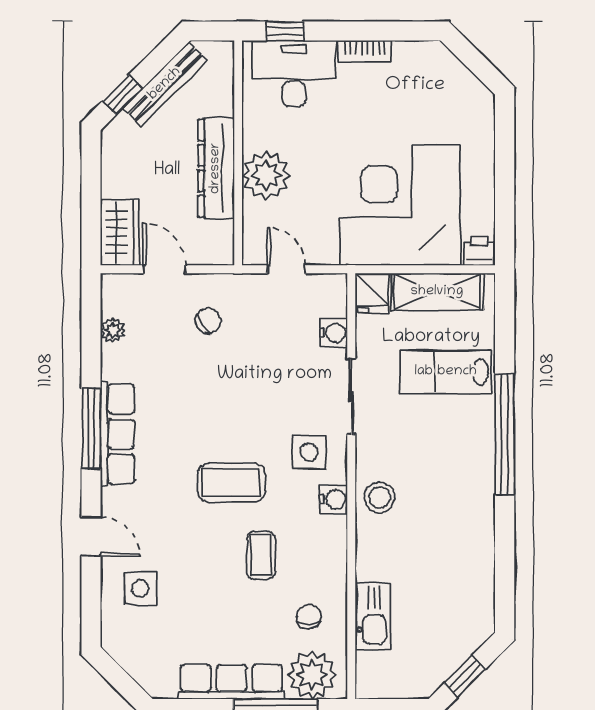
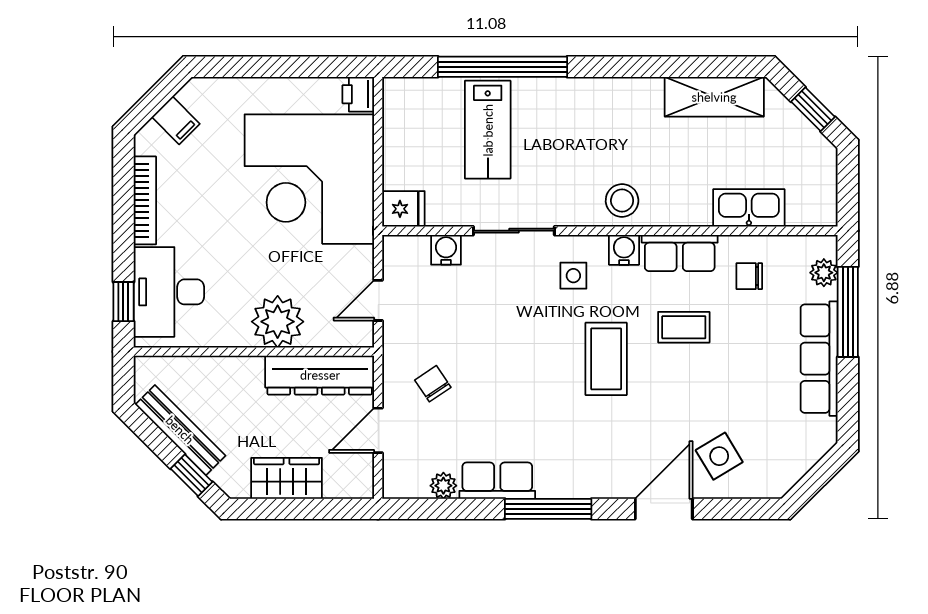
bookcase: (365, 51) -> (145, 200), width x1.56
filing cabinet: (455, 80) -> (176, 120), added
dresser: (216, 168) -> (320, 375), moved
wardrobe: (120, 232) -> (287, 478), moved
shelving: (437, 292) -> (714, 97), moved, turned 90
row of seats: (117, 434) -> (497, 481), moved, width x0.68
window: (505, 434) -> (502, 67), moved
side table: (309, 452) -> (573, 276), width x0.73, depth x0.73
door: (91, 536) -> (664, 509), width x1.38
row of seats: (330, 552) -> (680, 253), added
side table: (140, 588) -> (719, 456), turned -31
plant: (312, 675) -> (824, 273), width x0.53, depth x0.53

